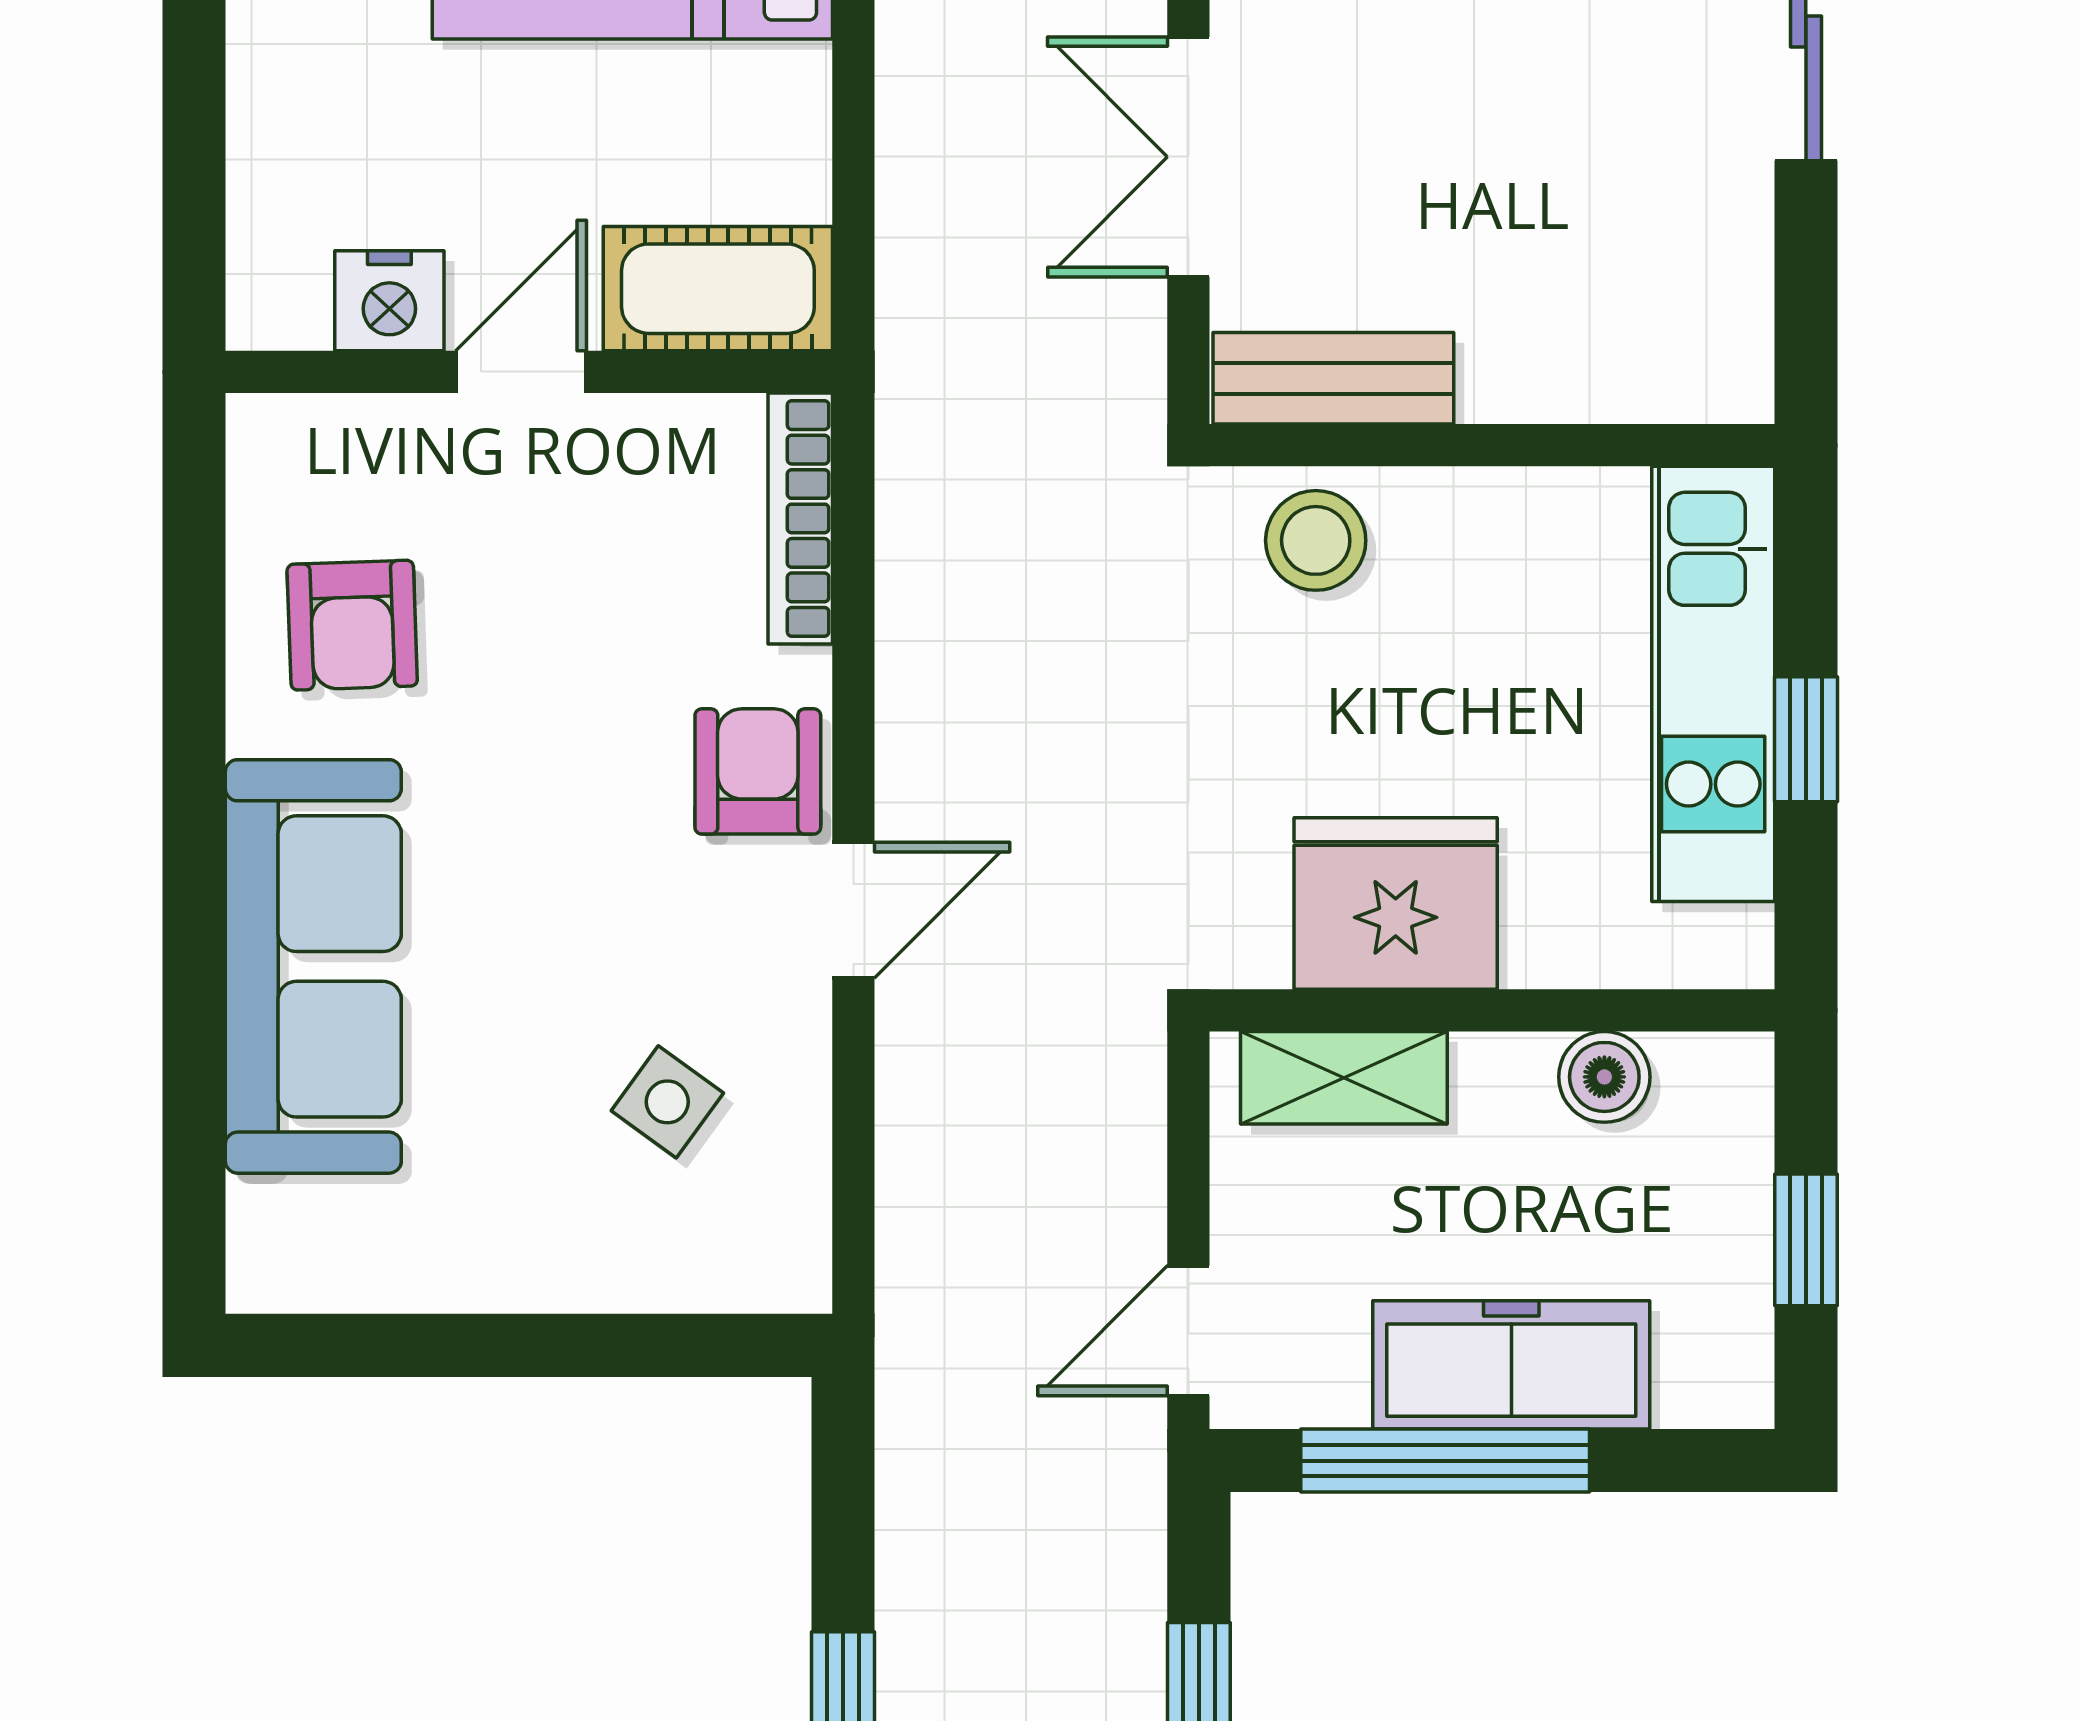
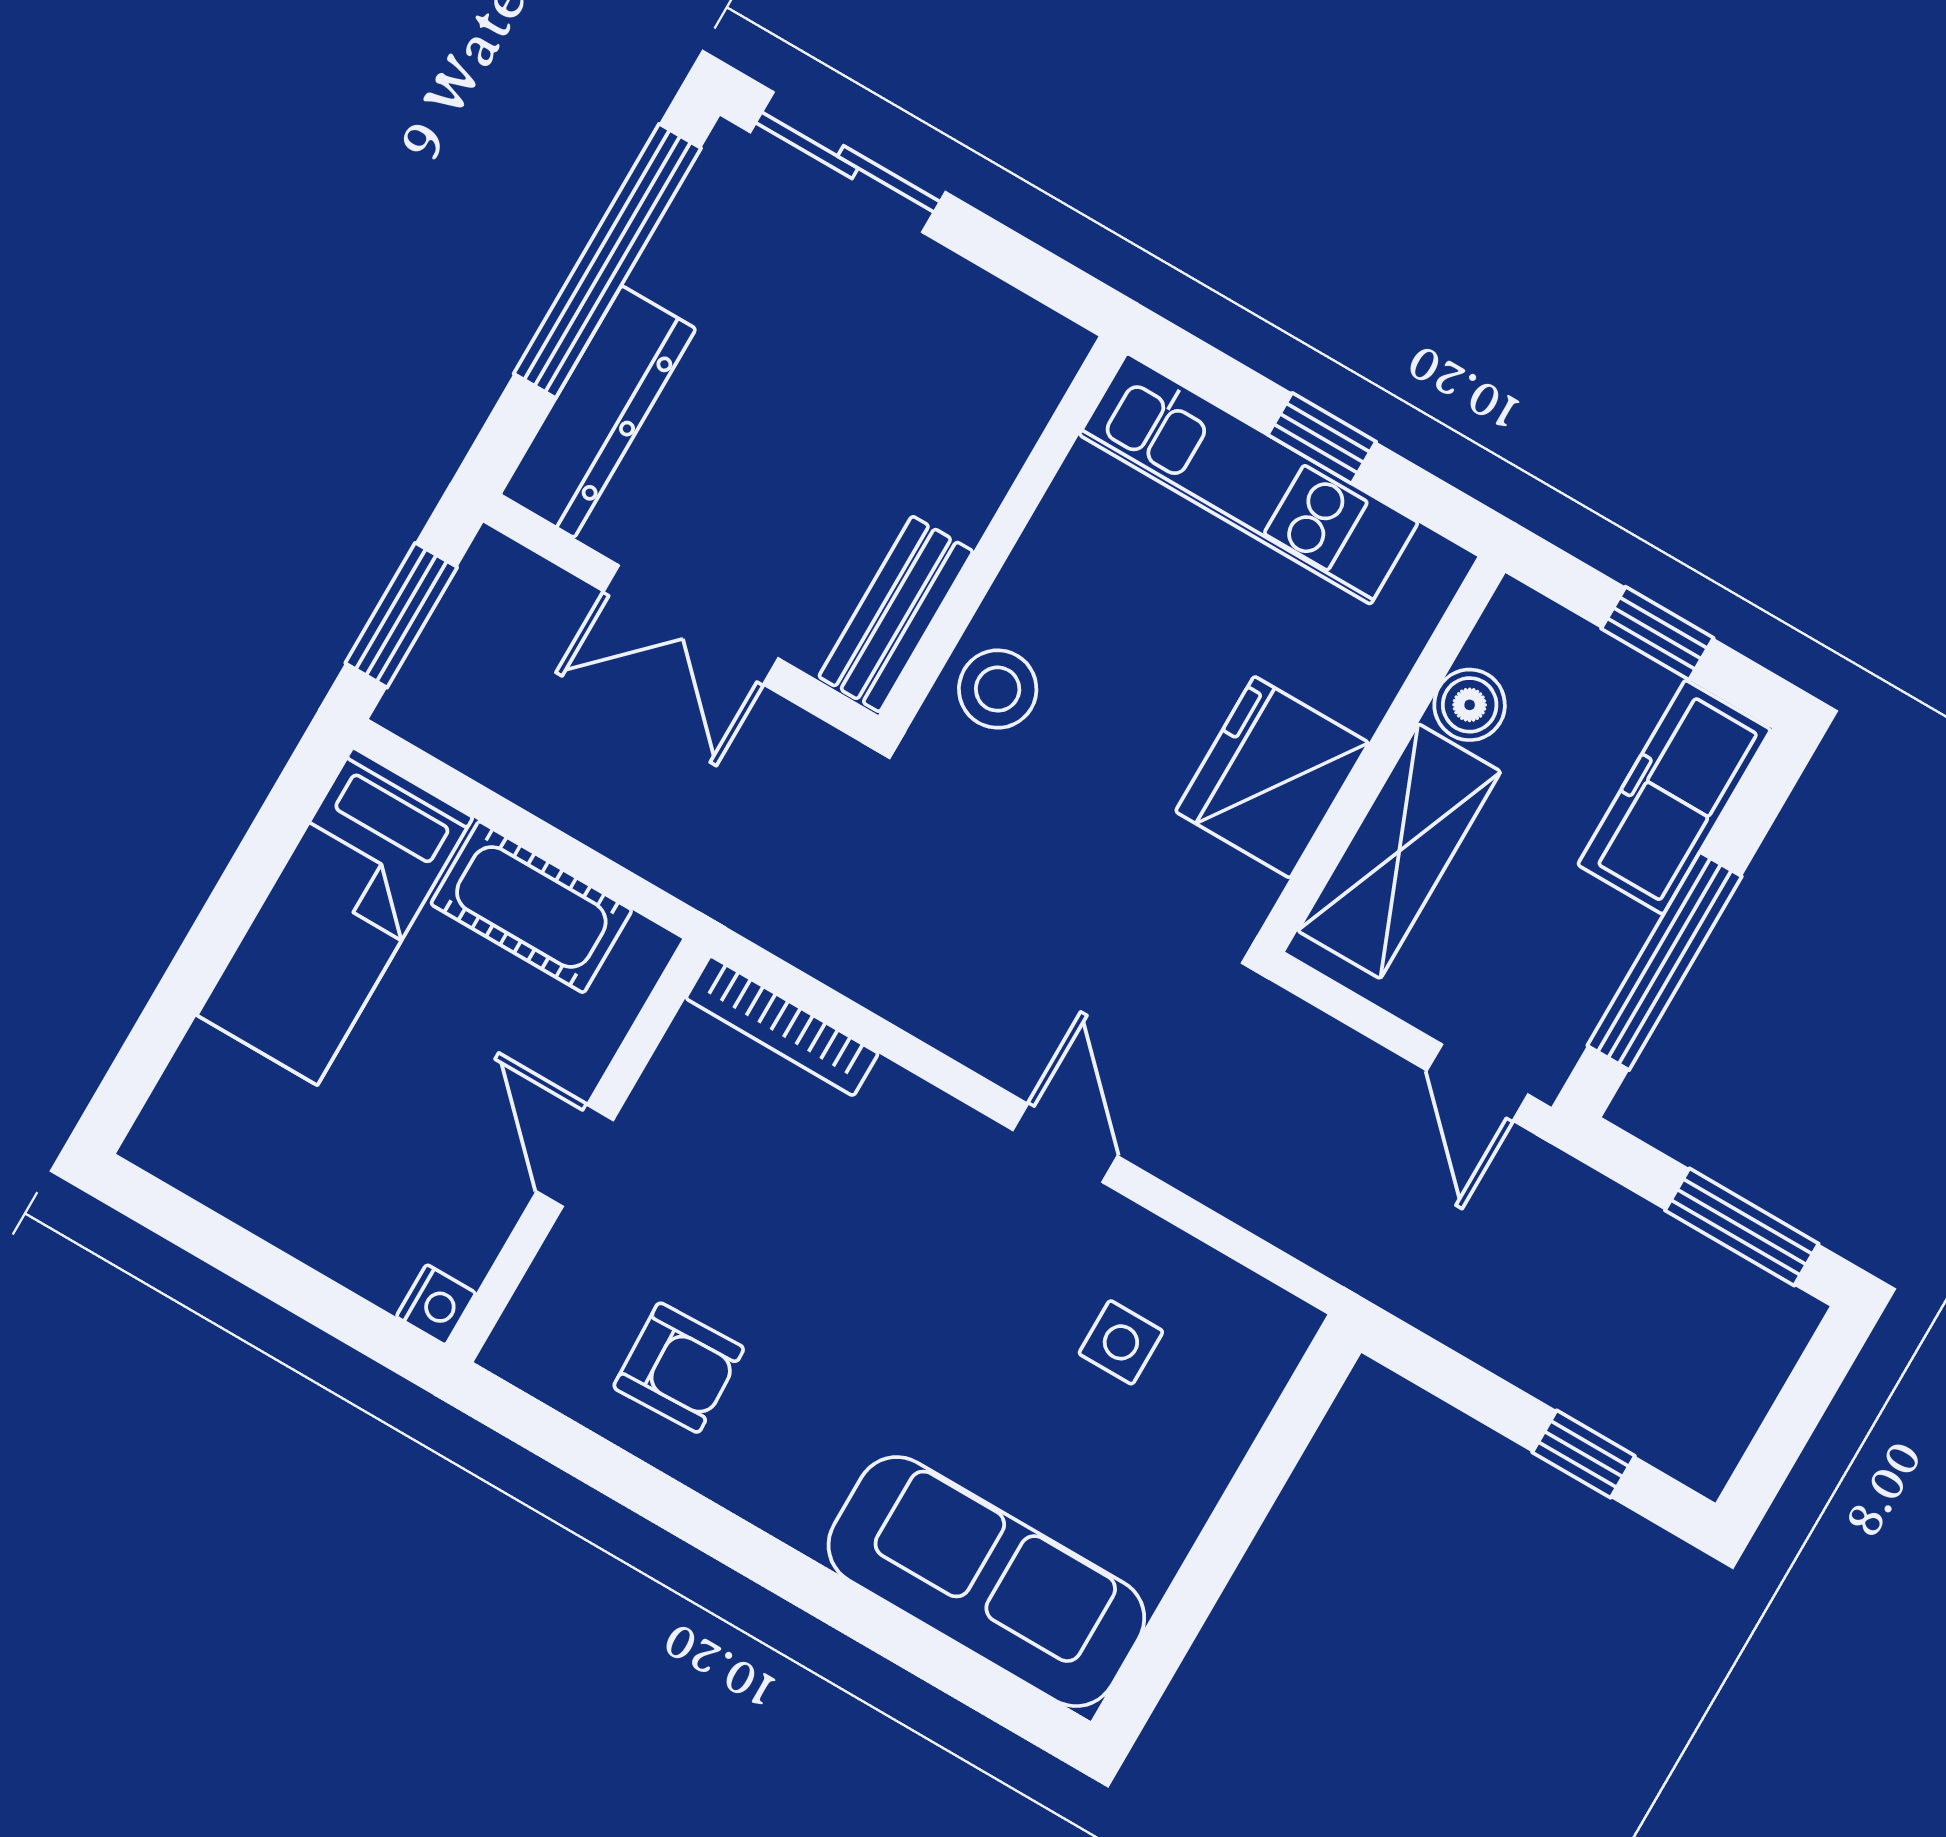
cot: (718, 289) -> (531, 907), moved, turned 90
nightstand: (389, 301) -> (436, 1305), moved, width x0.72, depth x0.74
armchair: (758, 771) -> (935, 1153), removed
sofa: (313, 966) -> (986, 1582), moved
shelving: (1344, 1078) -> (1399, 851), width x1.50, depth x1.33
side table: (667, 1102) -> (1121, 1342), turned -36
freezer: (1511, 1365) -> (1674, 797), moved

